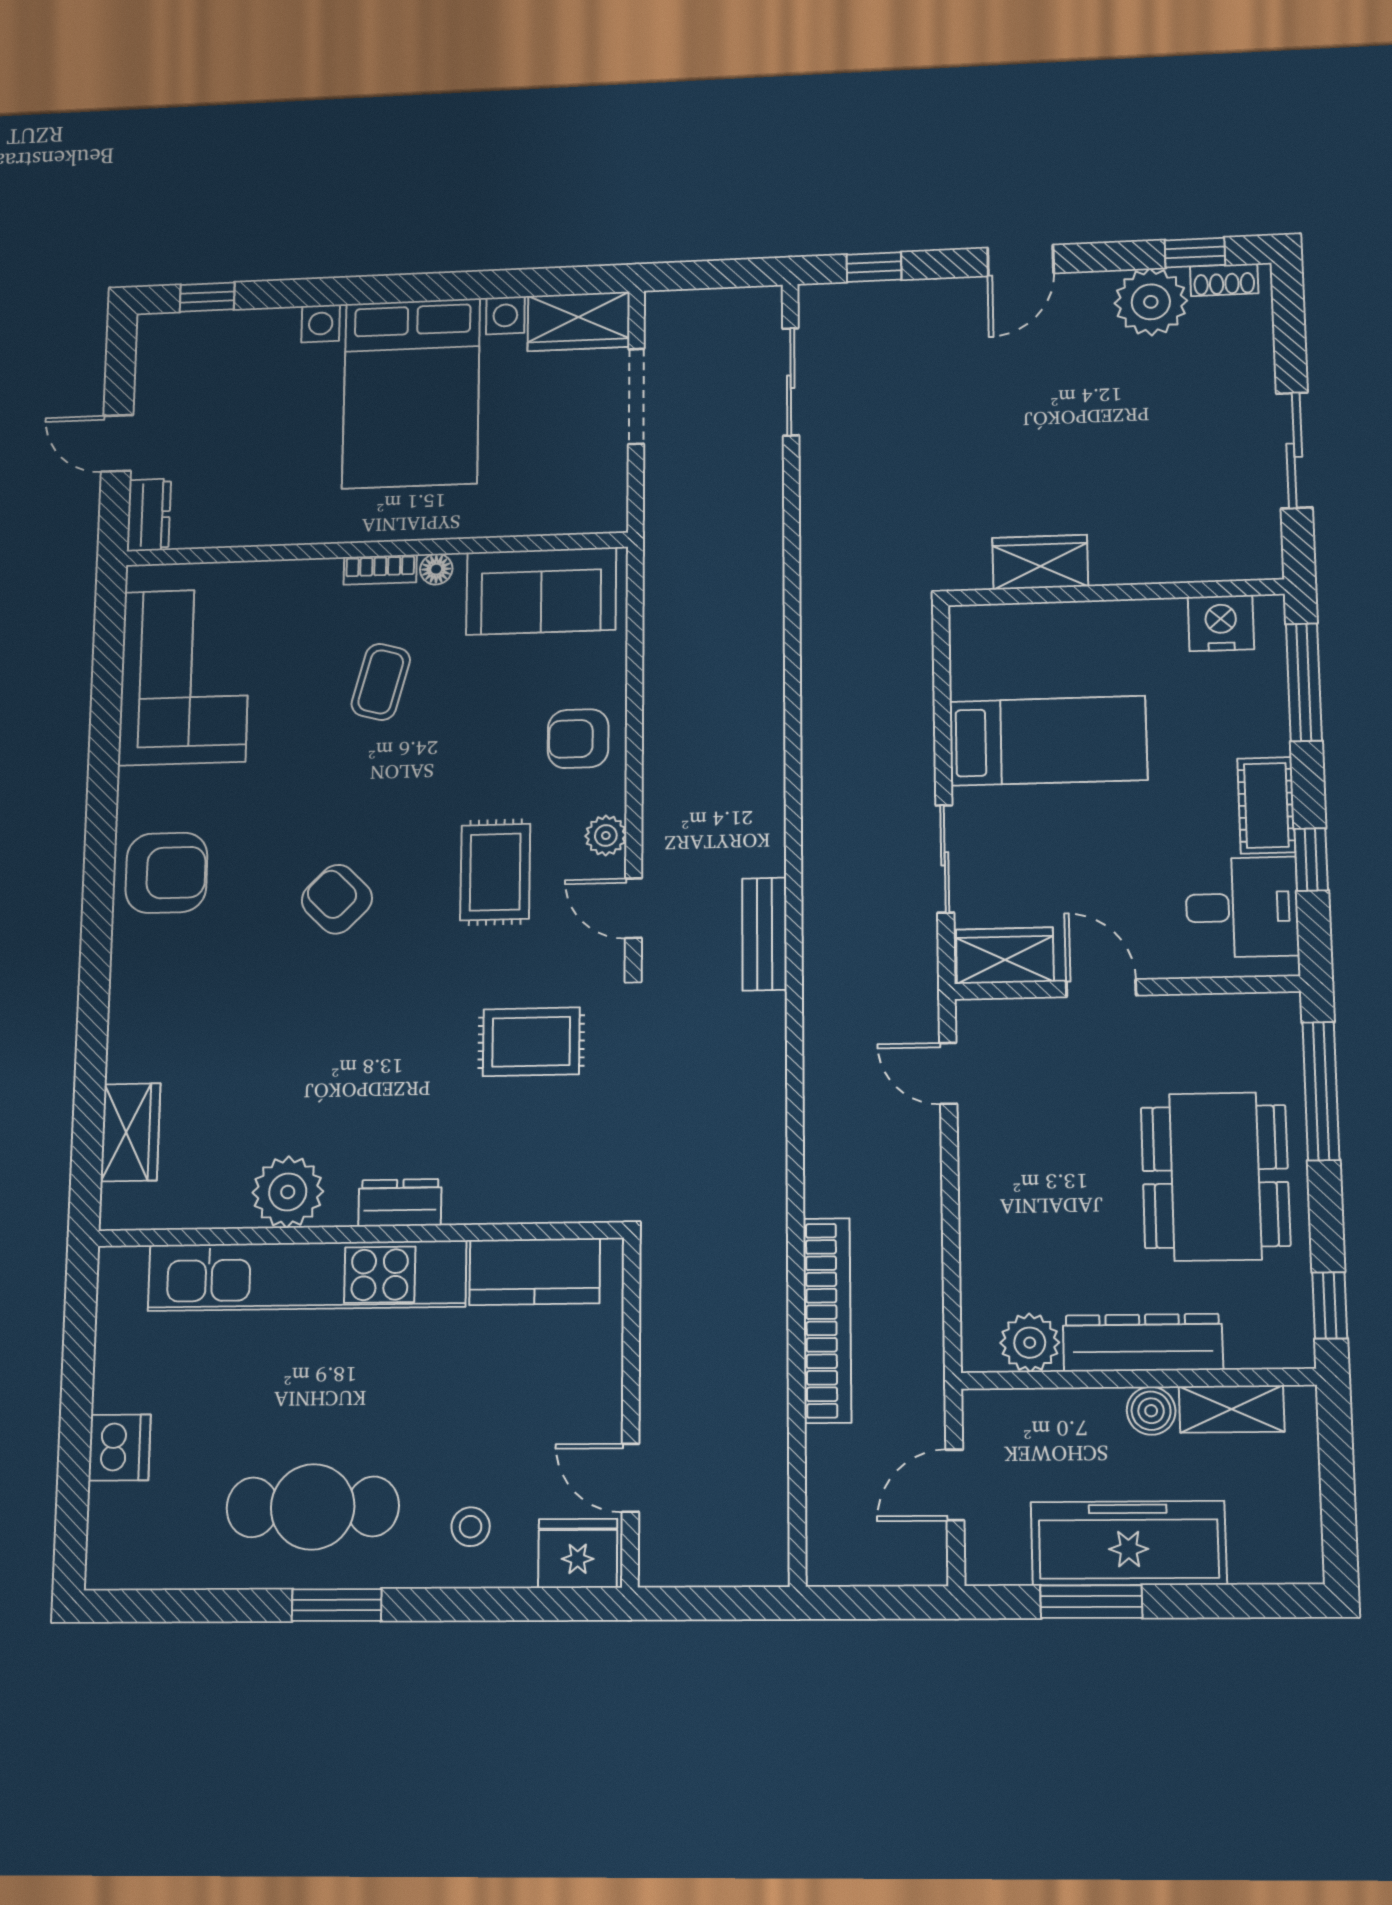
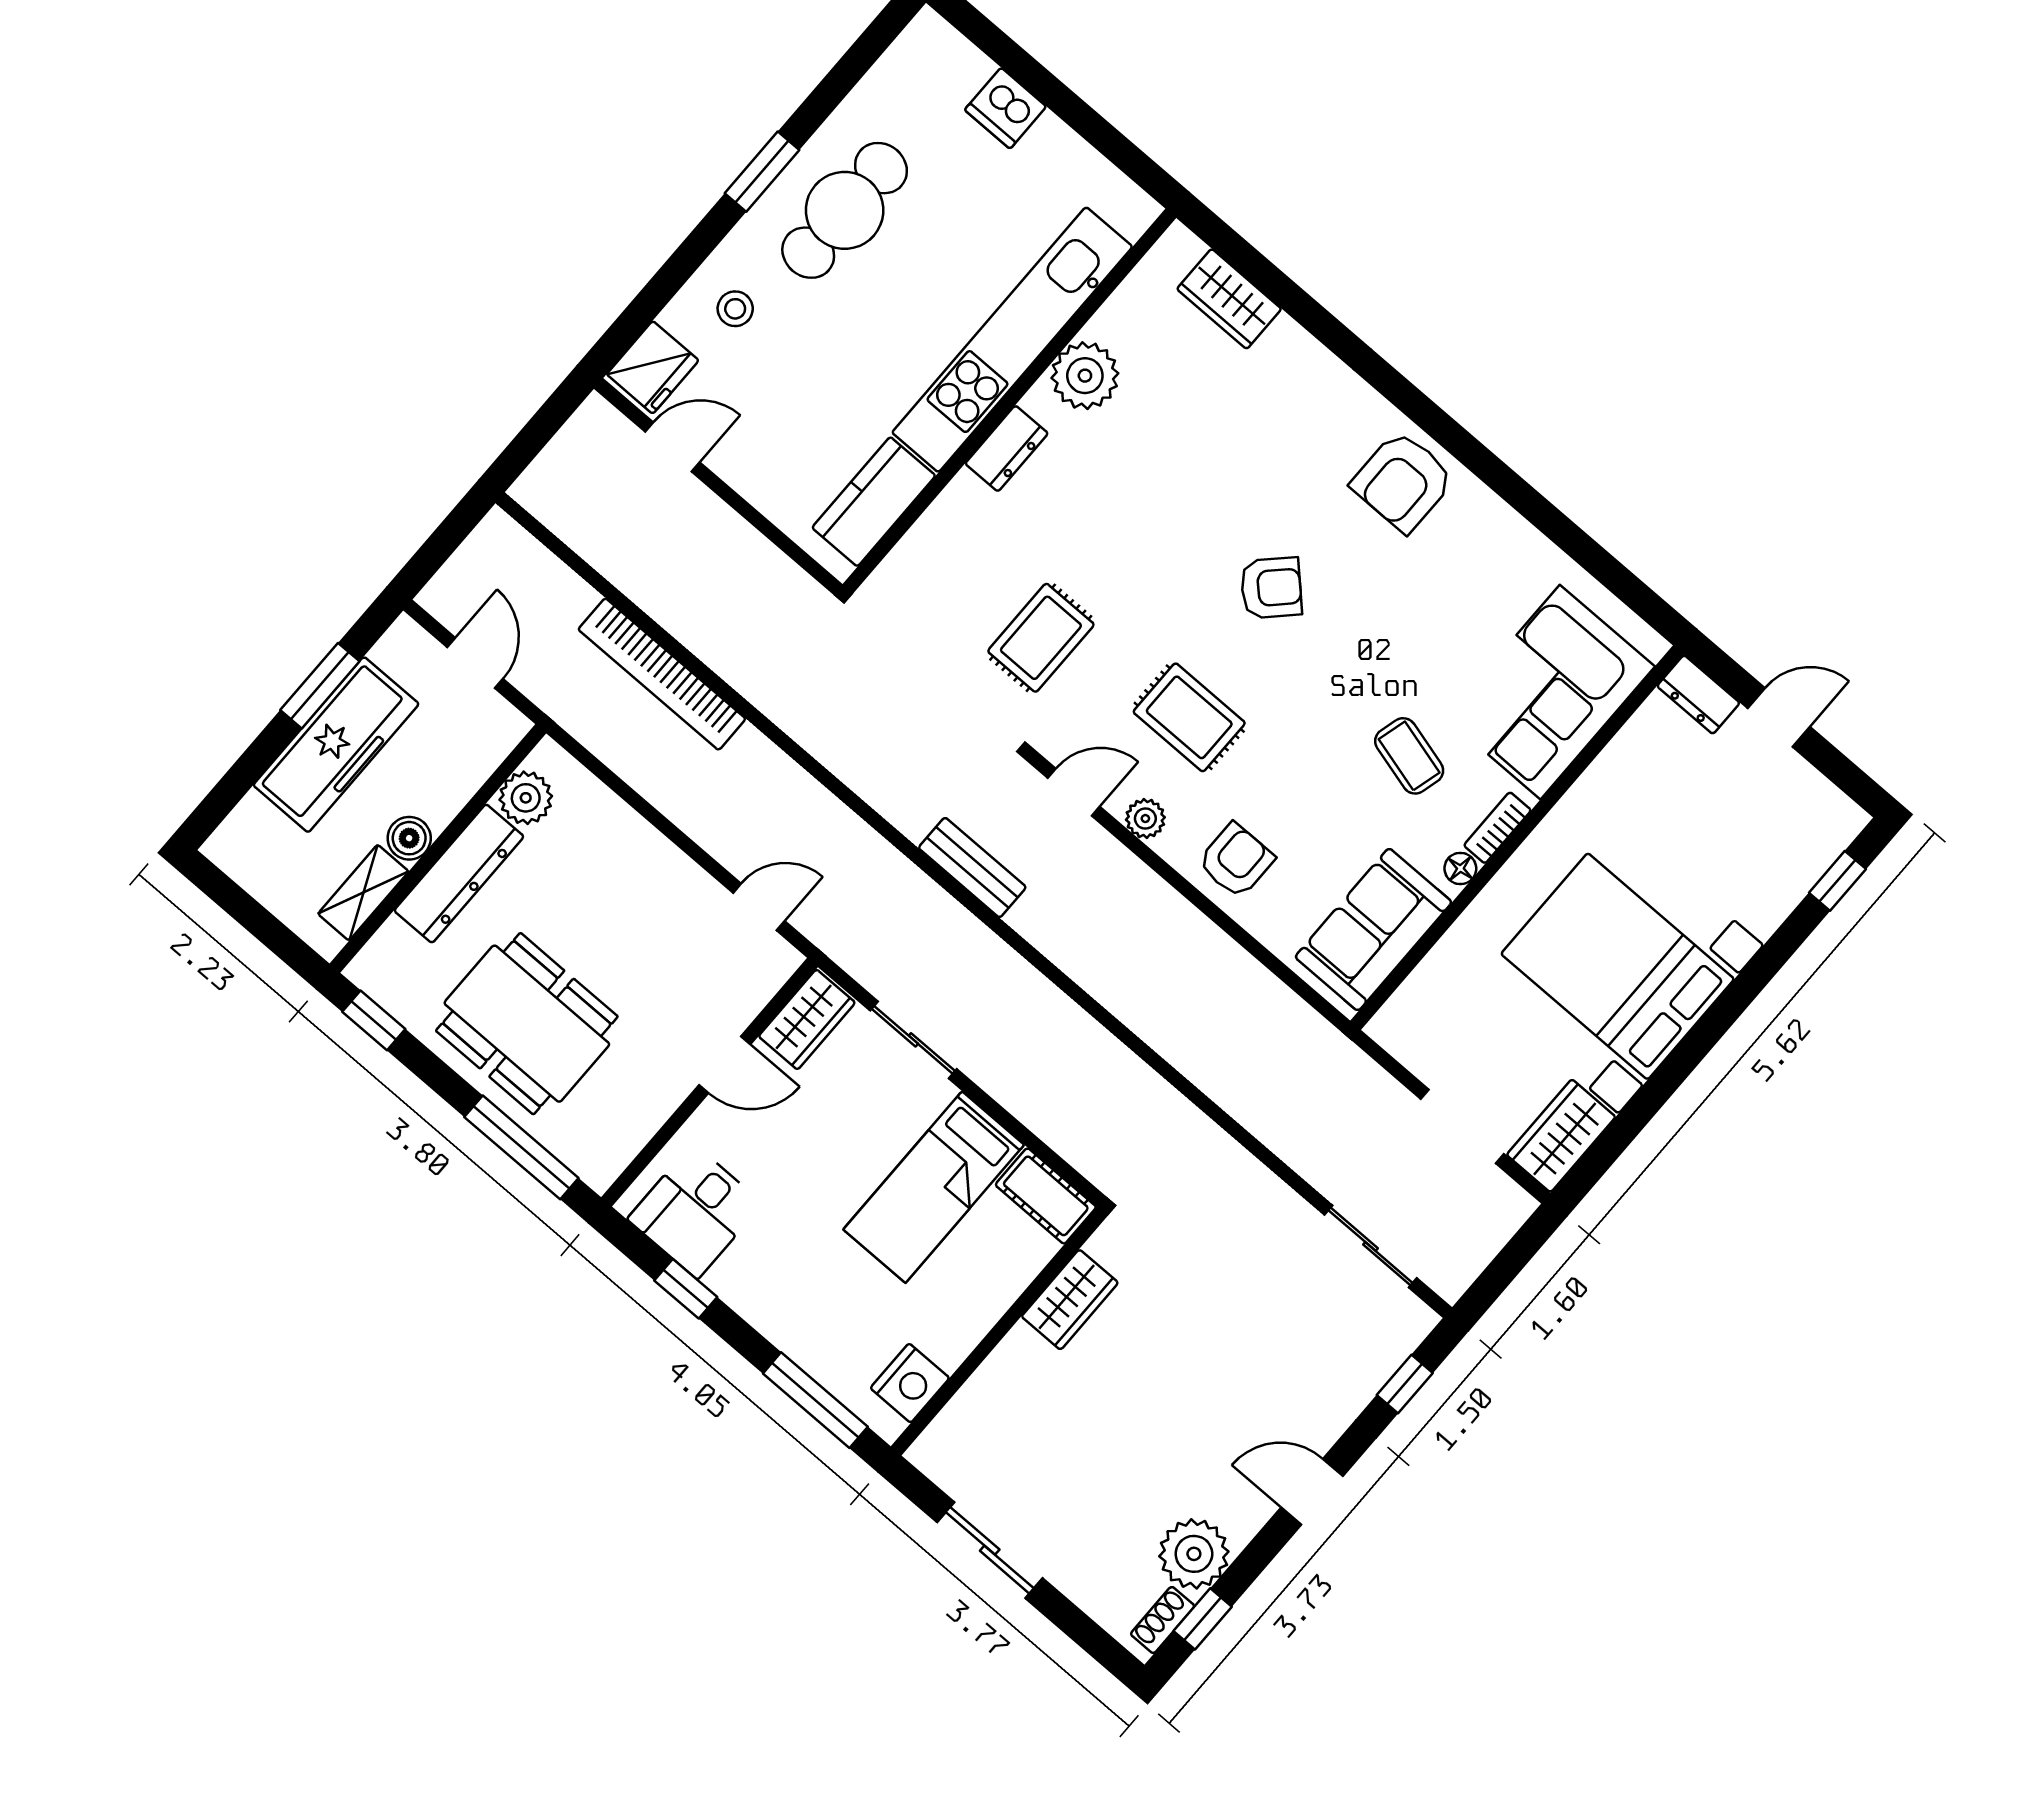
door: (1021, 260) -> (1312, 1492), hinge flipped
corner sofa: (185, 677) -> (1550, 692), moved, turned 90
cot: (1266, 805) -> (1046, 1196), moved

